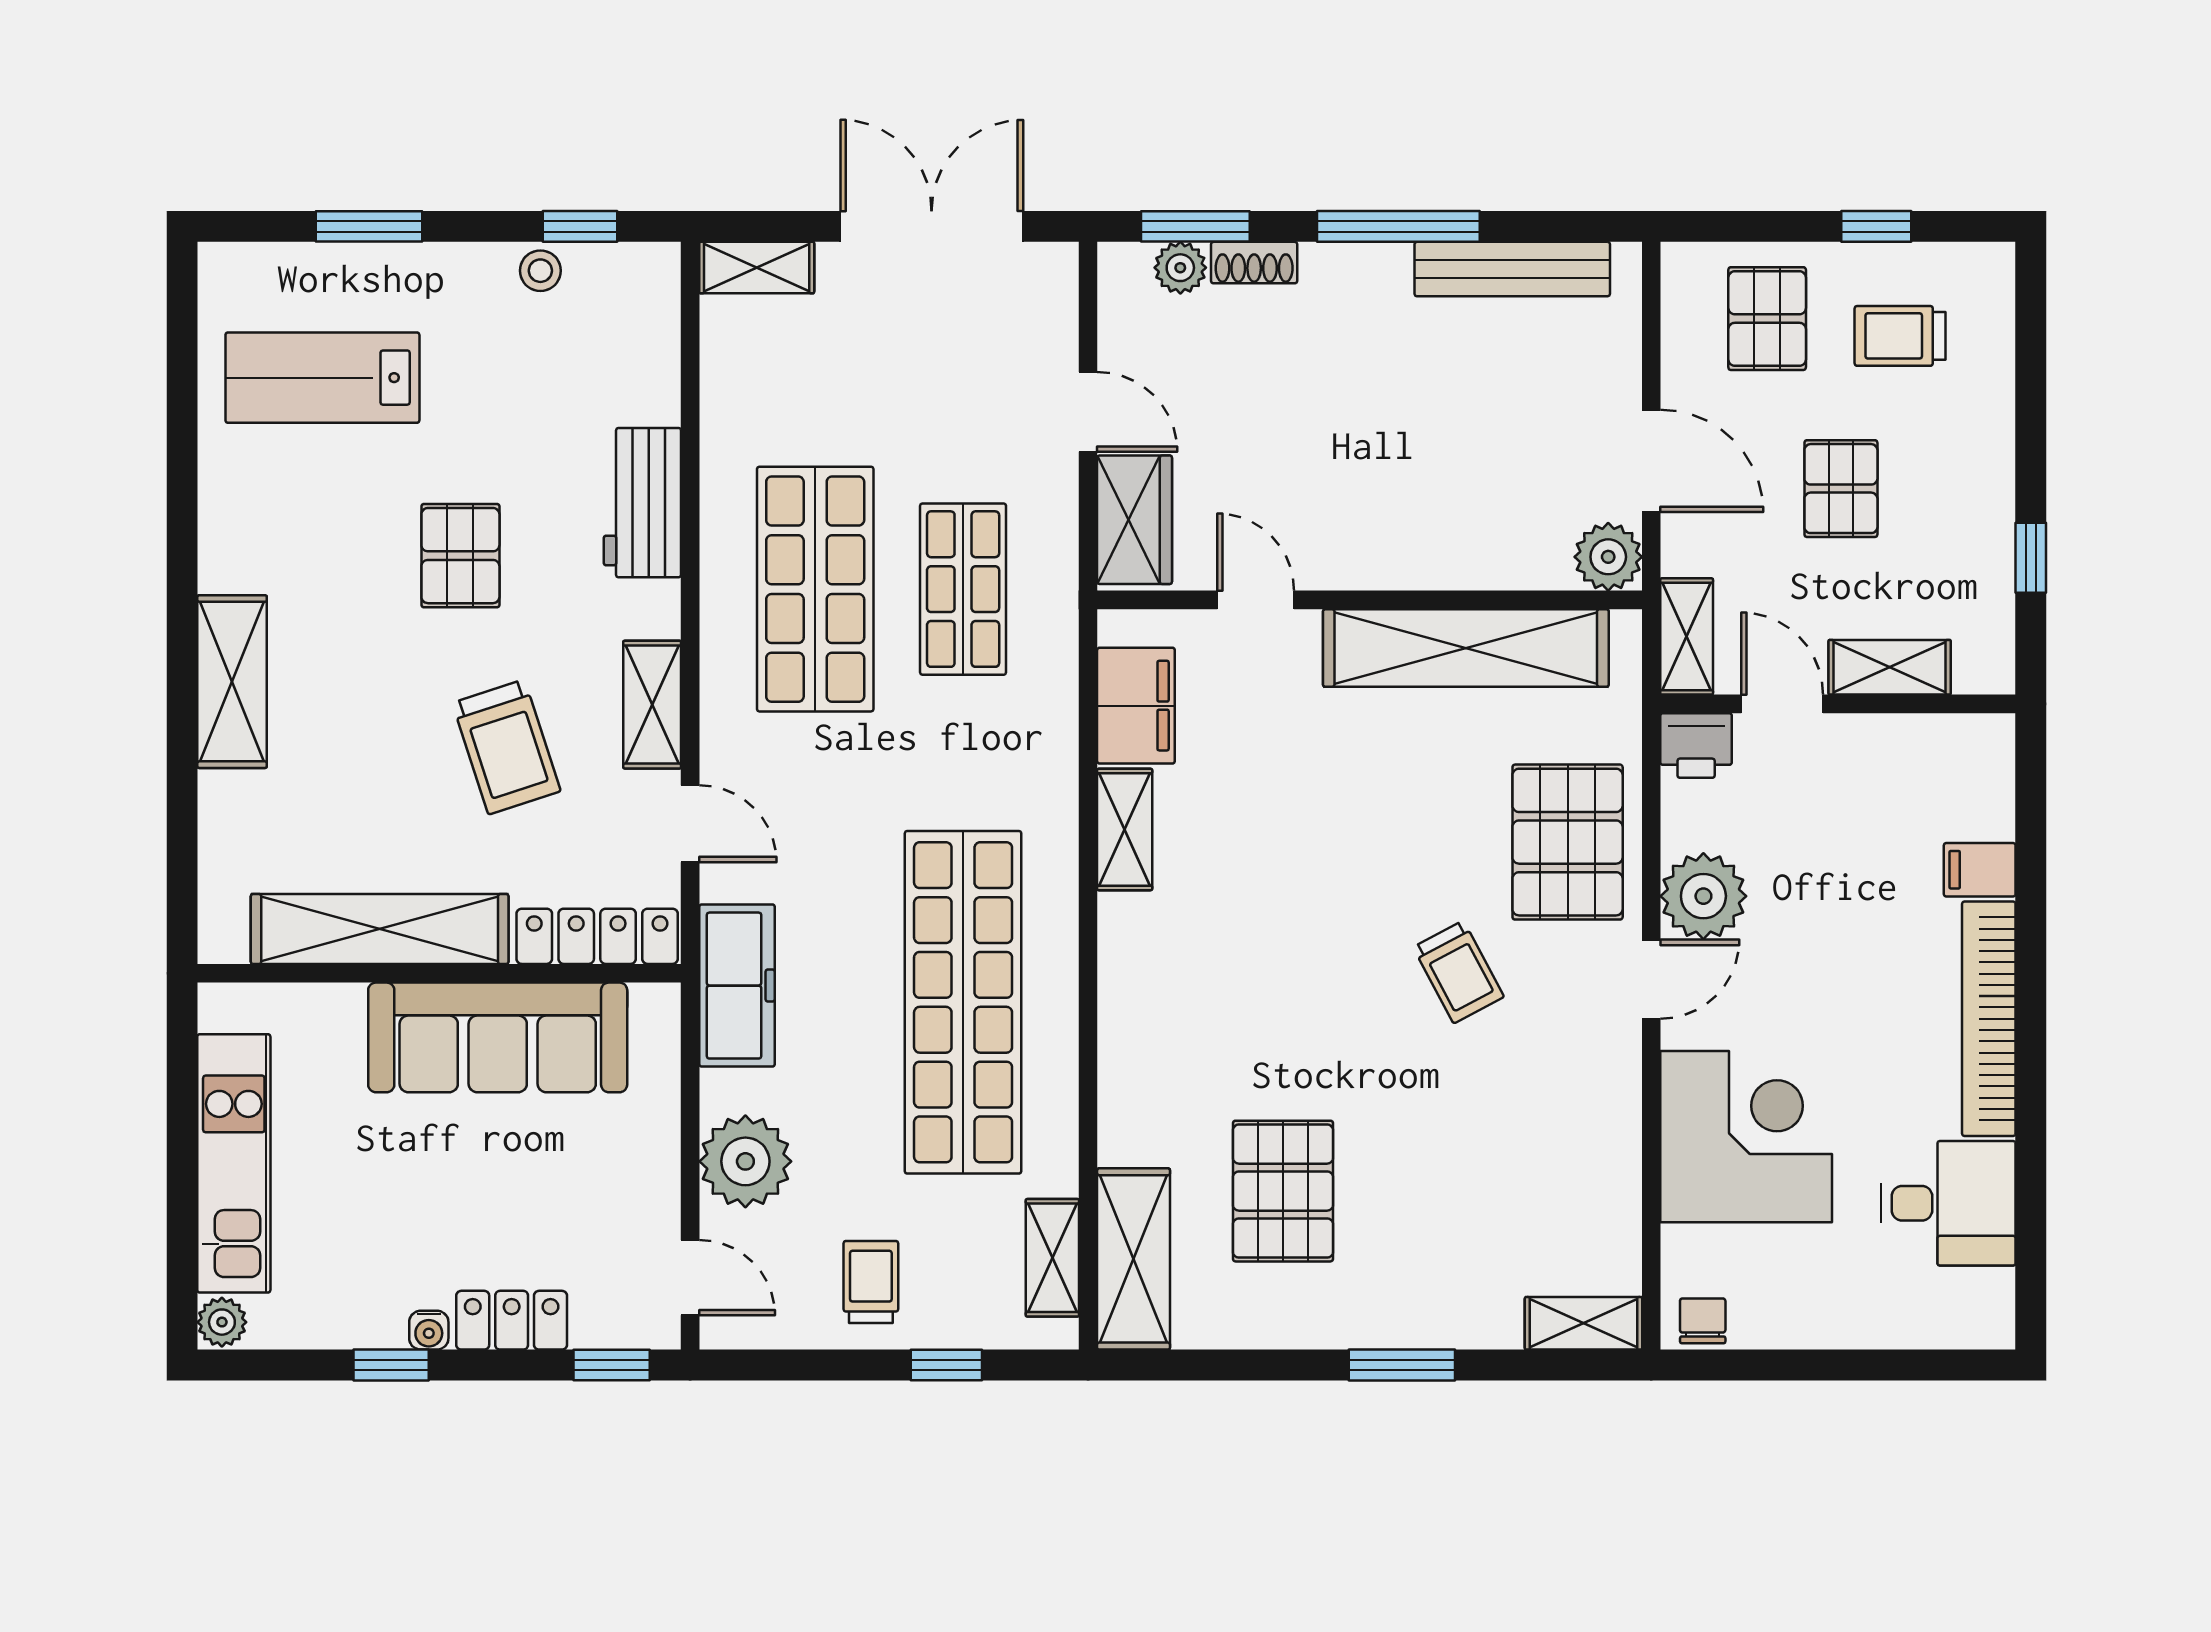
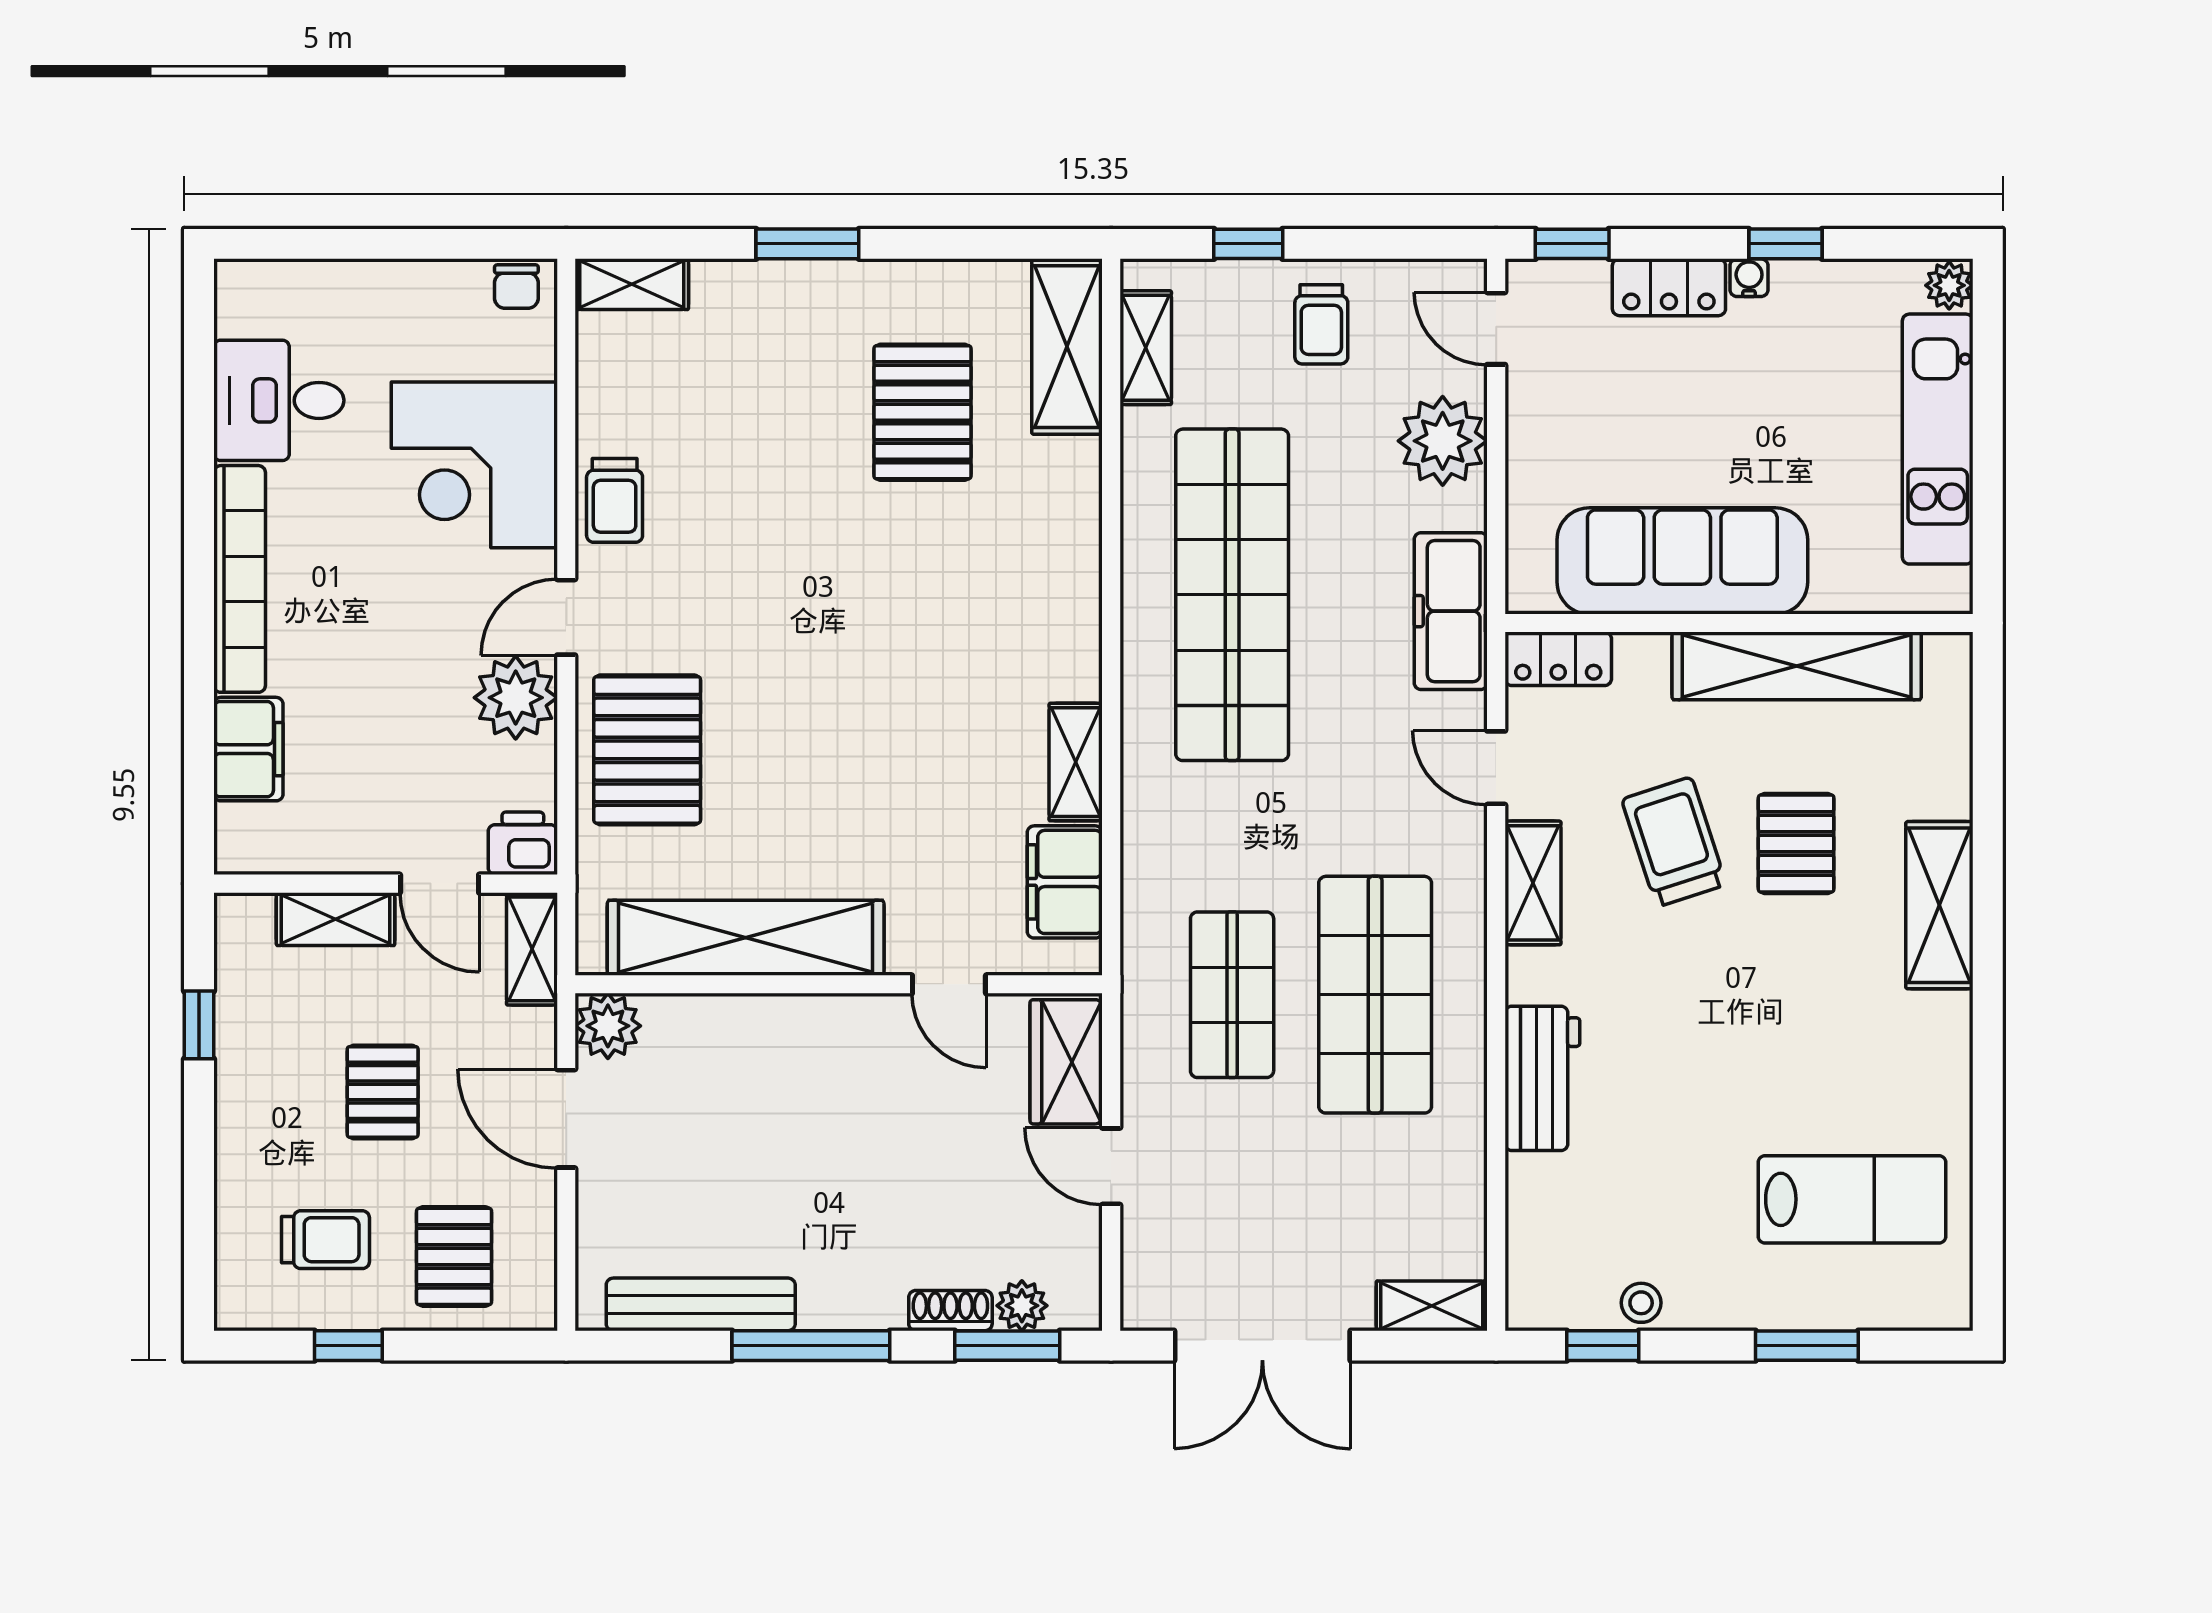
pallet: (460, 556) -> (1796, 843), moved
filing cabinet: (1980, 870) -> (248, 749), width x2.00
locker: (597, 936) -> (1558, 659), width x0.66
trolley: (1459, 972) -> (615, 500), moved, turned -152

